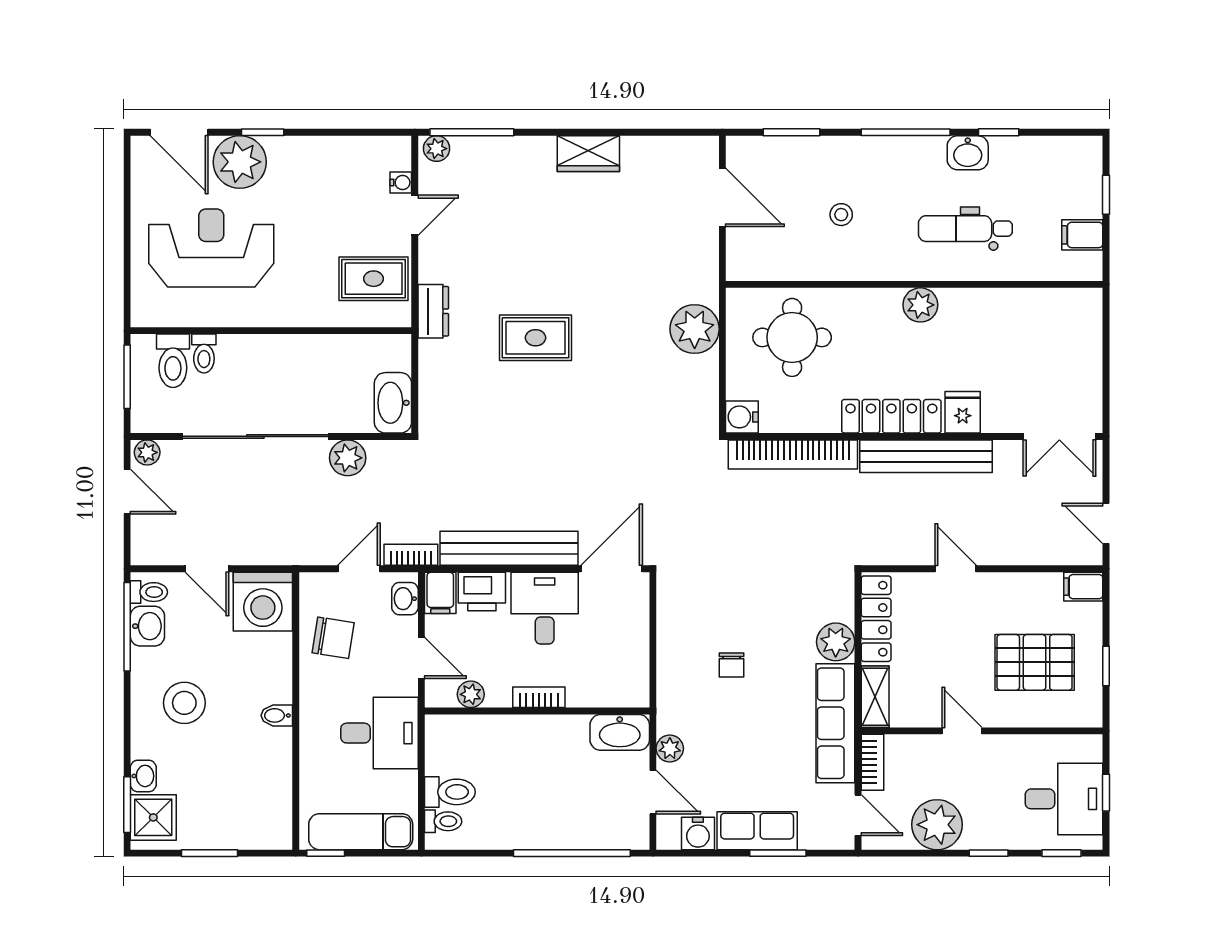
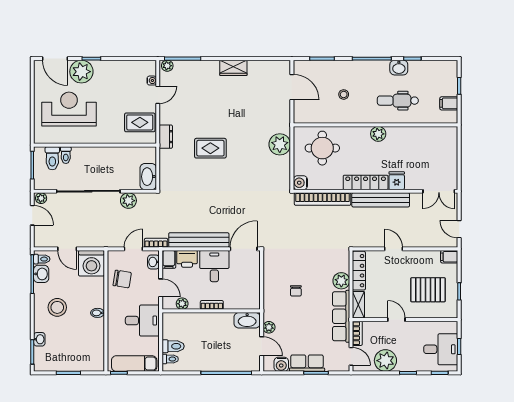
shower: (153, 817) -> (44, 357), removed

